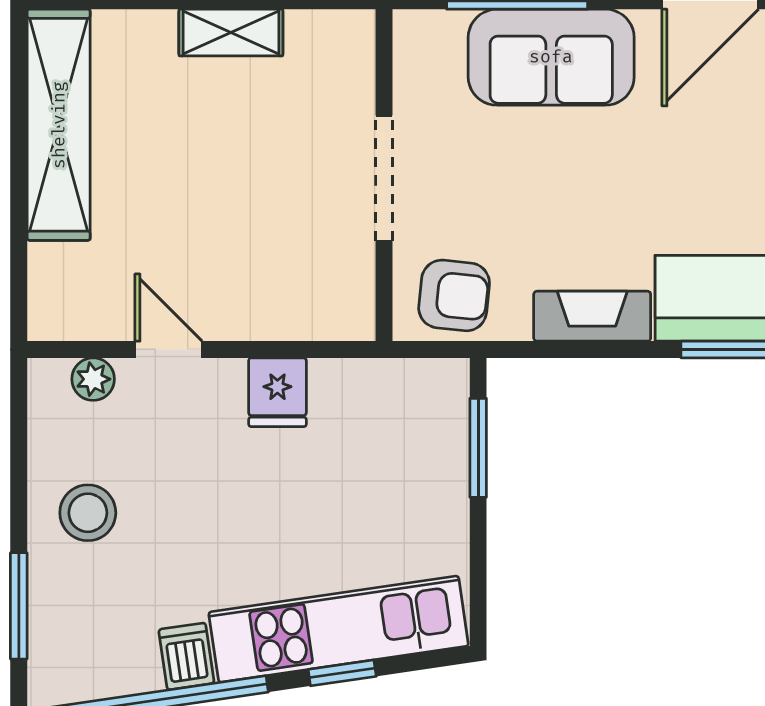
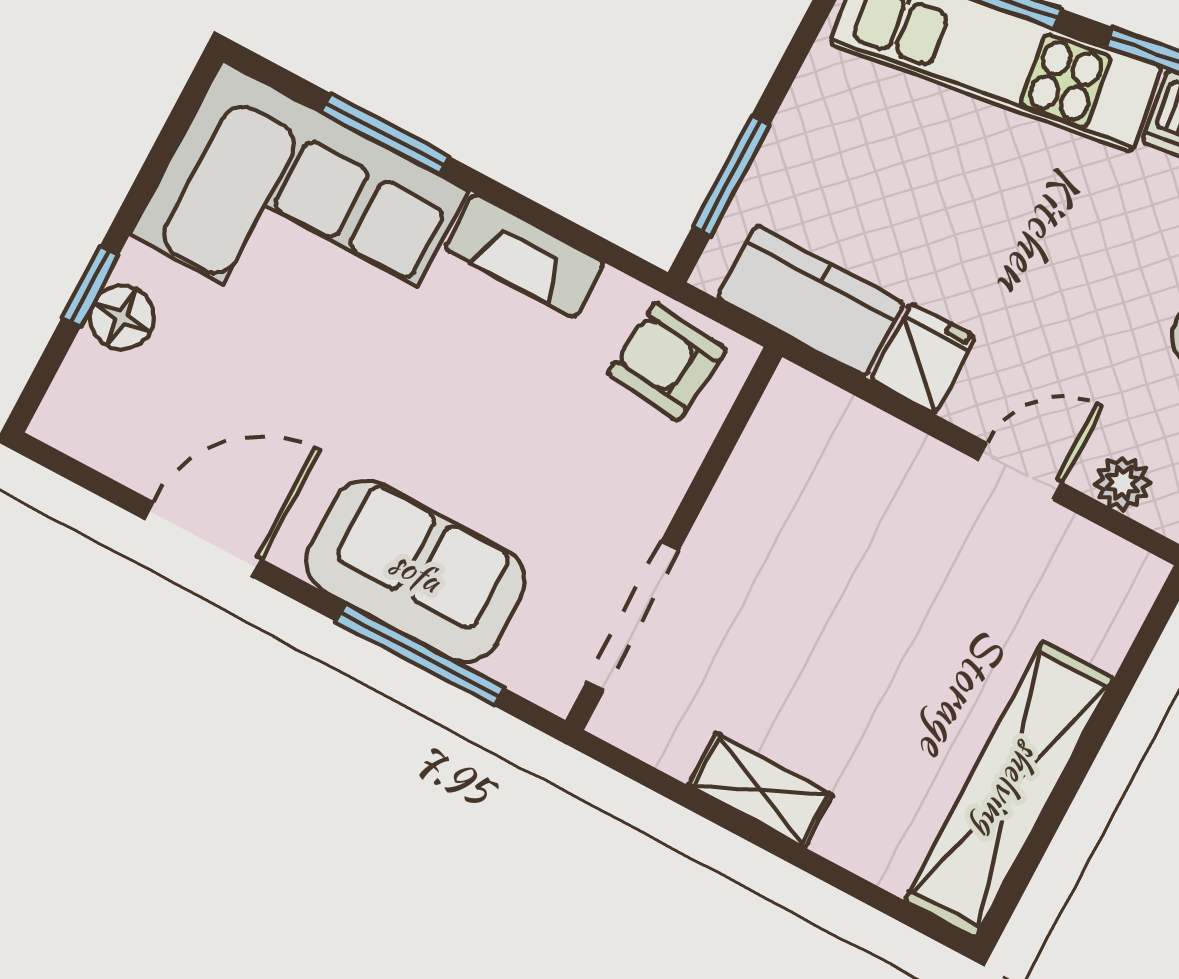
doorway: (384, 178) -> (632, 616), moved
door: (169, 349) -> (1020, 471), swing flipped
kitchen counter: (377, 391) -> (811, 301), added

